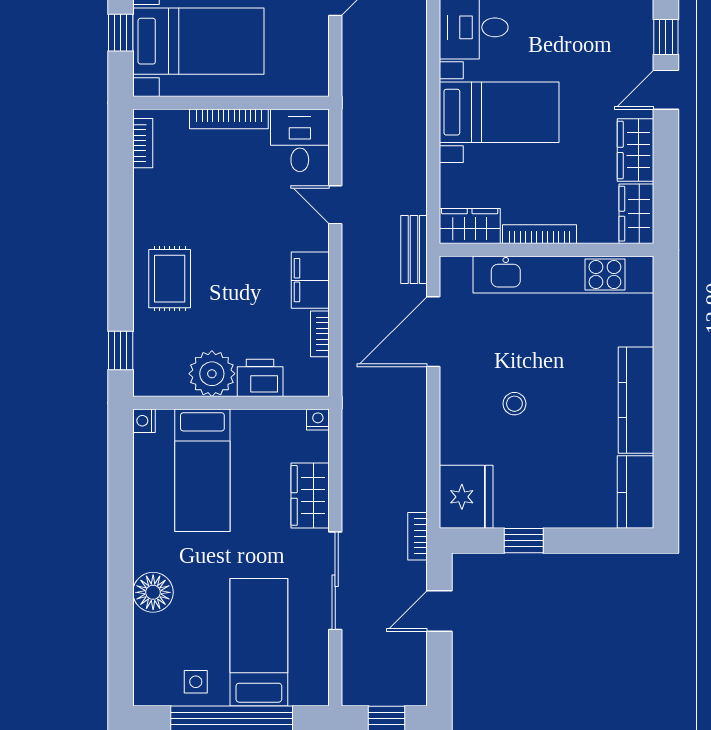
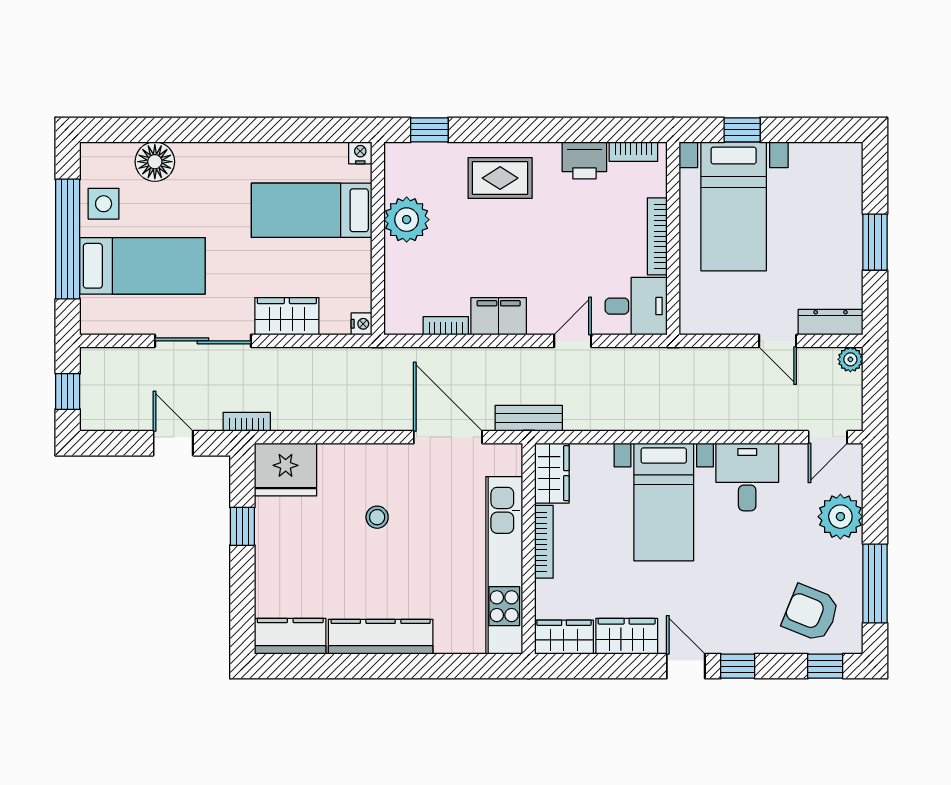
printer: (260, 378) -> (584, 160), moved, turned 90
floor lamp: (153, 592) -> (155, 162), moved
side table: (196, 682) -> (104, 204), width x1.37, depth x1.37

